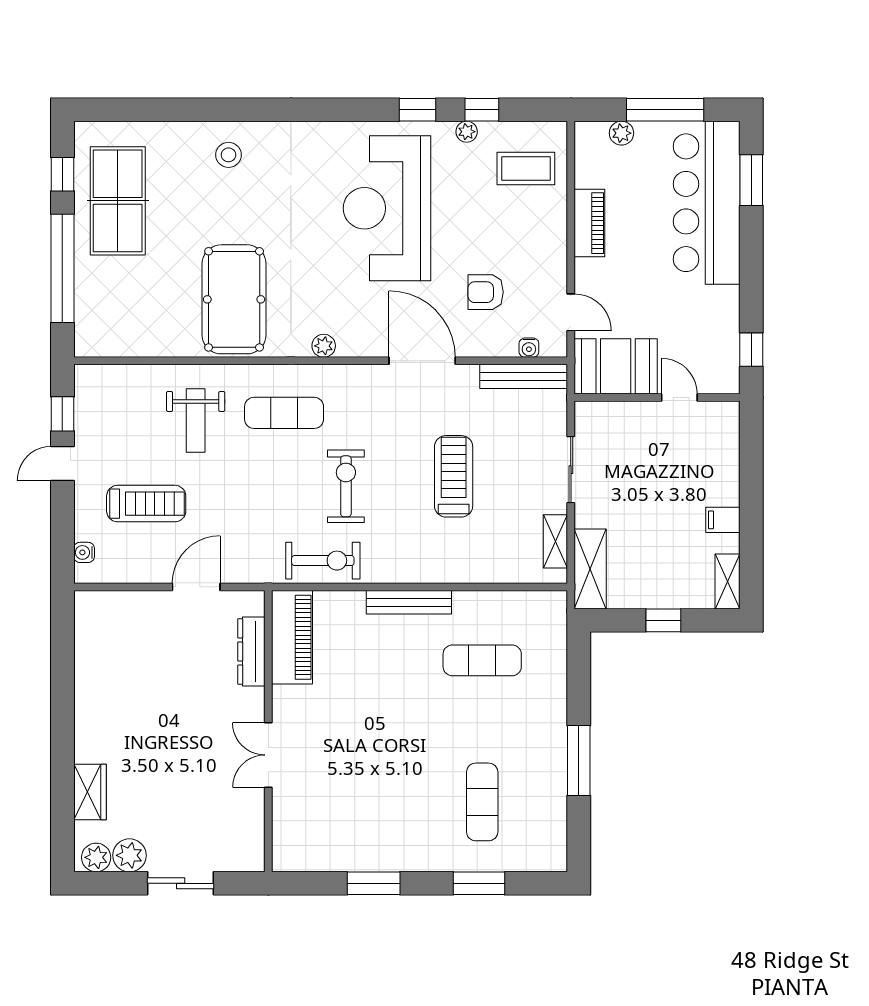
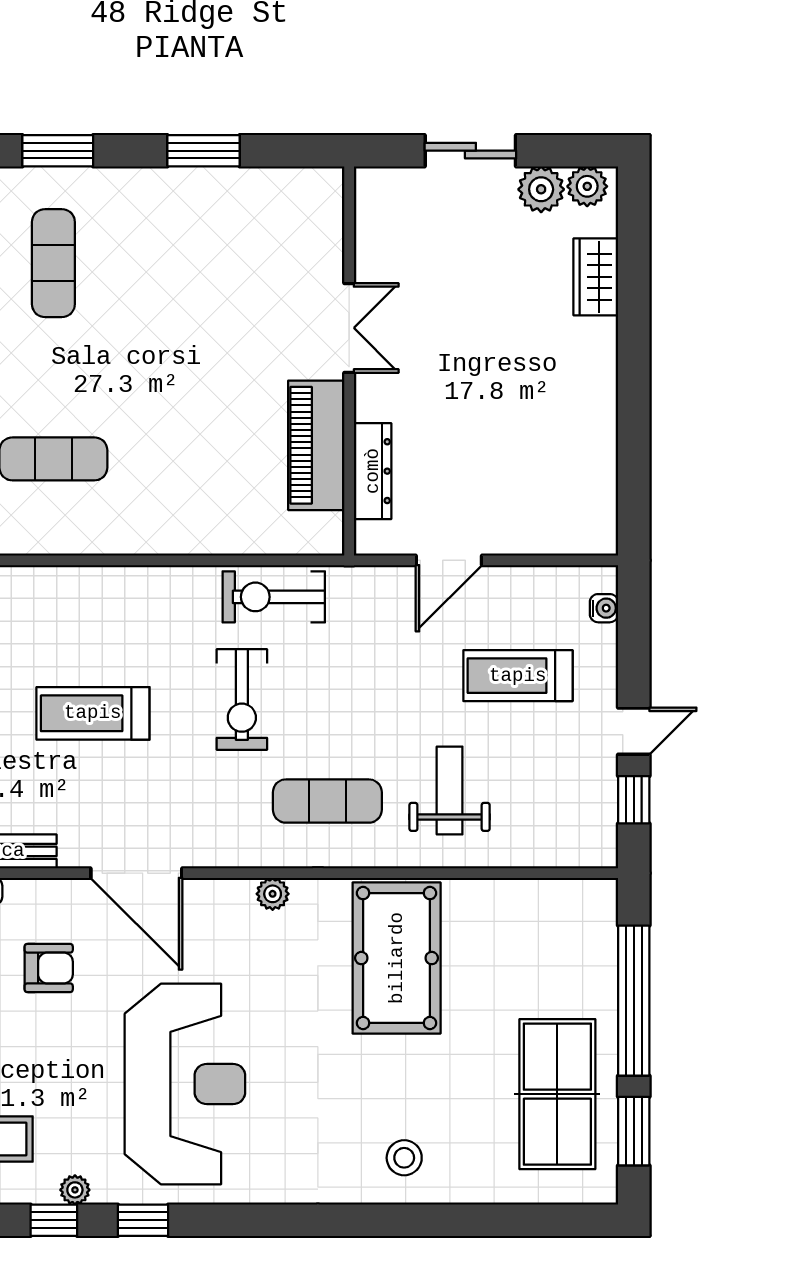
window: (62, 174) -> (634, 1131), width x1.50
treadmill: (454, 476) -> (93, 713), turned 90
bench: (409, 602) -> (155, 539), removed
piano: (292, 637) -> (316, 445), moved

